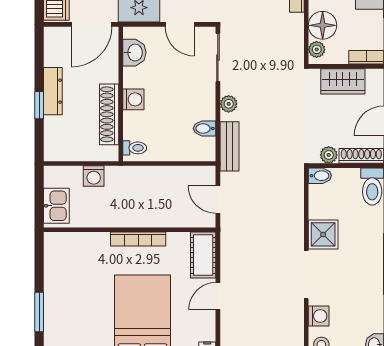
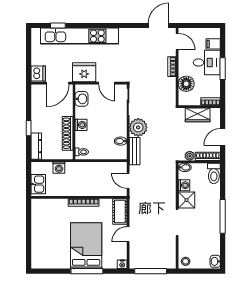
plant: (317, 49) -> (183, 97), removed
dresser: (53, 91) -> (36, 146), moved
plant: (229, 104) -> (138, 127), width x1.88, depth x1.88
window: (39, 312) -> (29, 243), removed
washing machine: (319, 316) -> (184, 185), moved

